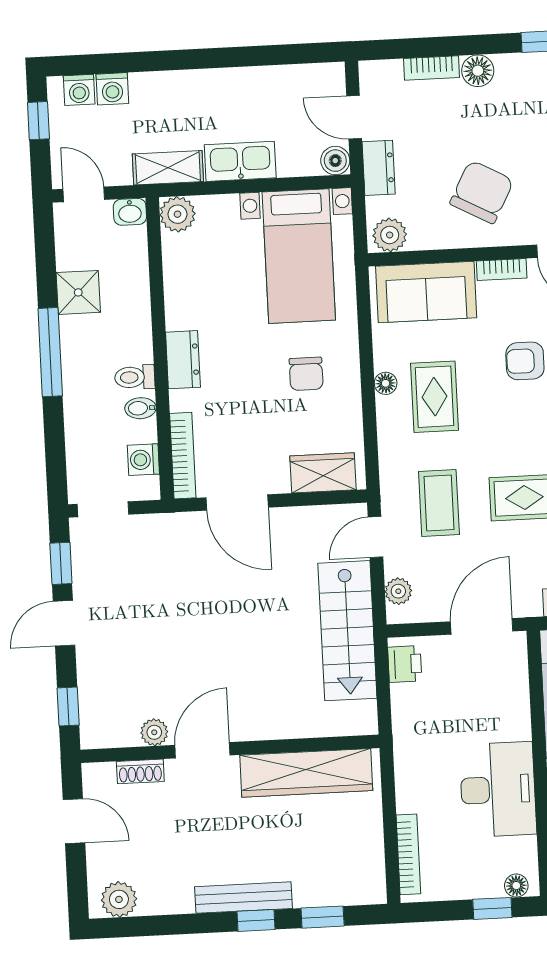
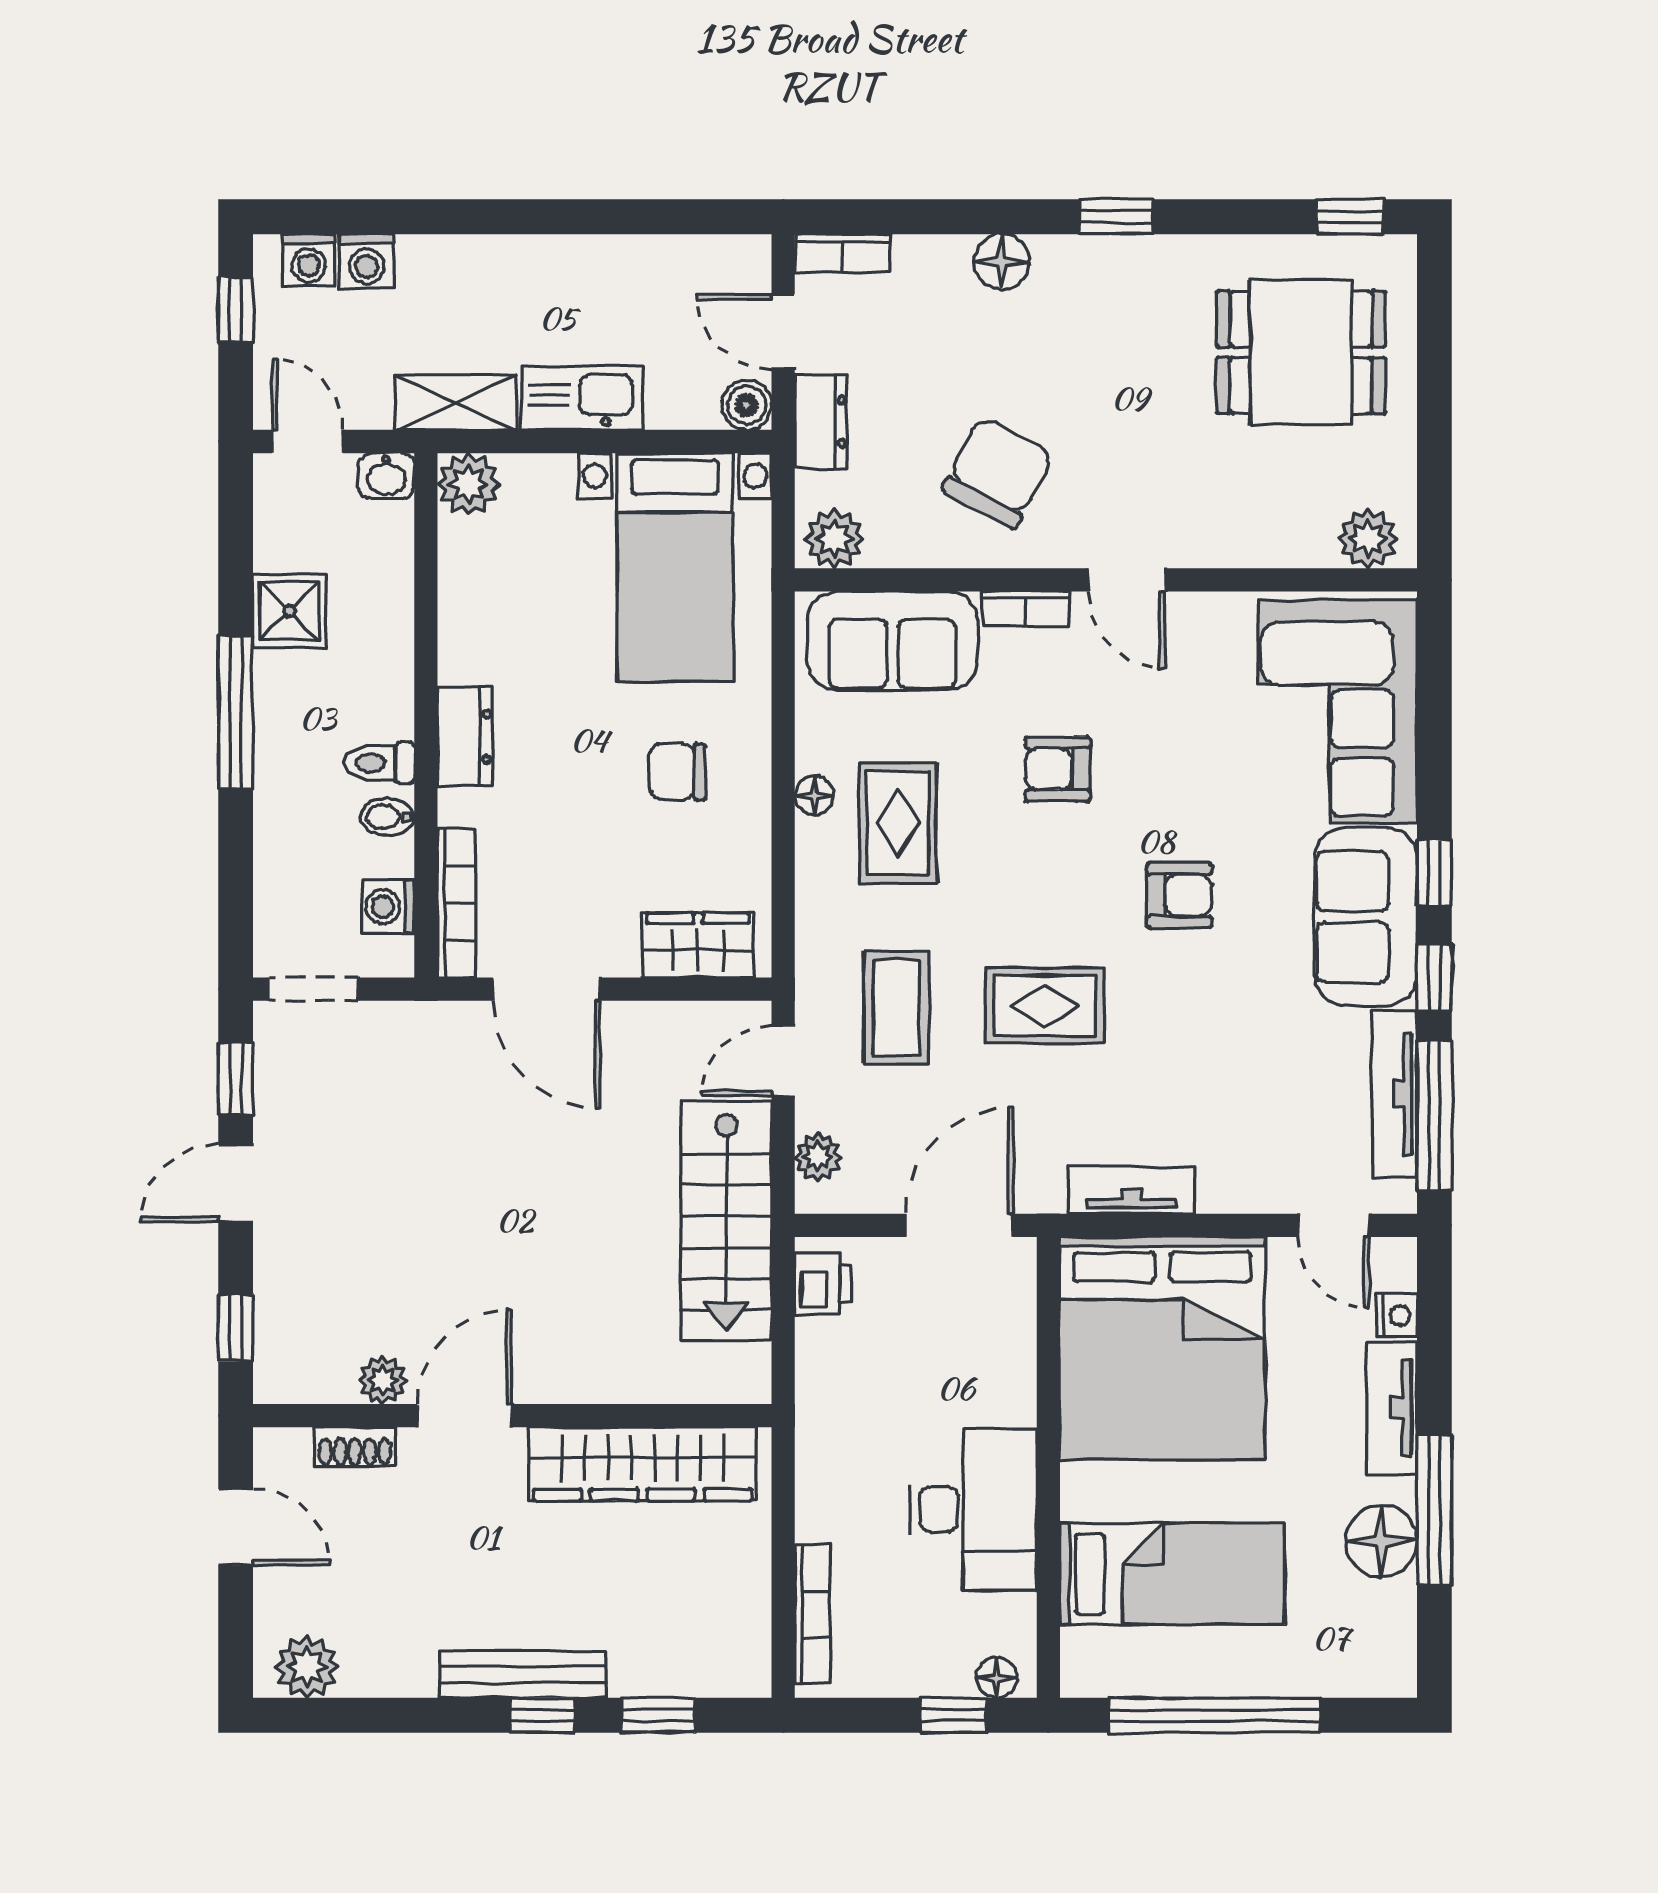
bookcase: (432, 68) -> (842, 253), moved
chair: (306, 374) -> (677, 772), turned 90

